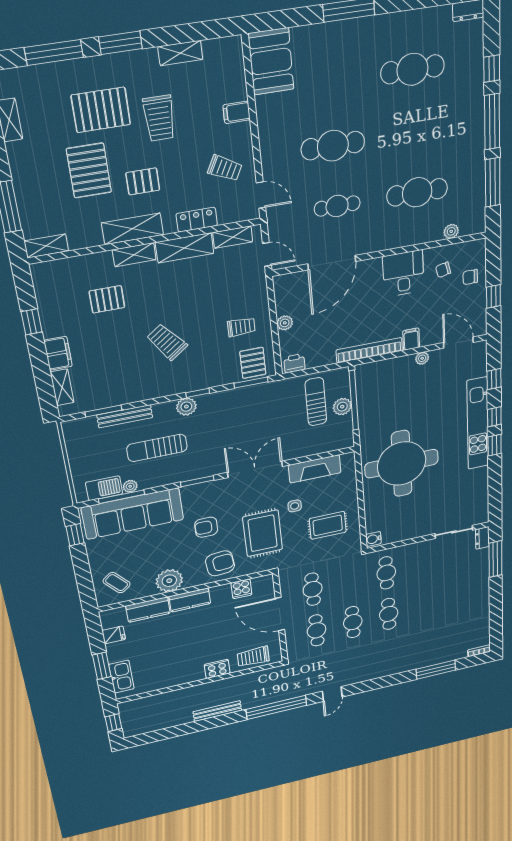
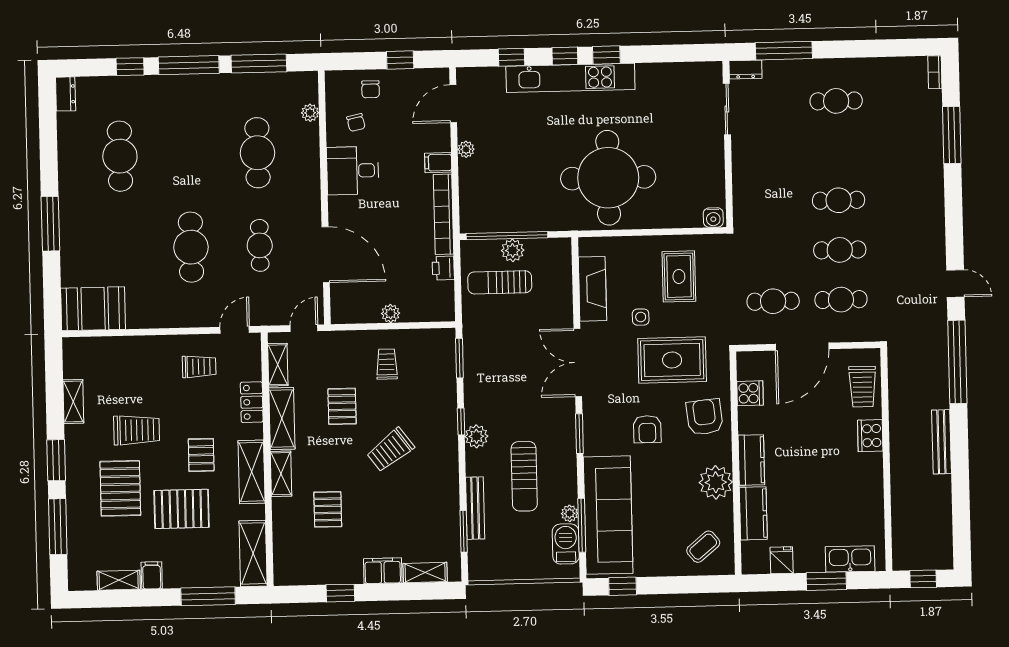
filing cabinet: (237, 112) -> (152, 575), moved, turned 180
trolley: (225, 168) -> (199, 367), turned 63
shelving: (46, 246) -> (253, 553), width x1.50, depth x1.33
pallet: (253, 363) -> (342, 406), moved, turned 90
printer: (294, 363) -> (443, 268), moved
cafe table: (386, 573) -> (836, 101), moved

